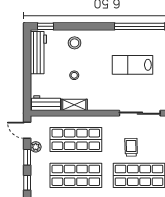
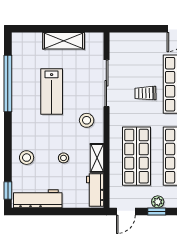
stool: (107, 96) -> (87, 120), added
plant: (36, 147) -> (158, 202), moved

